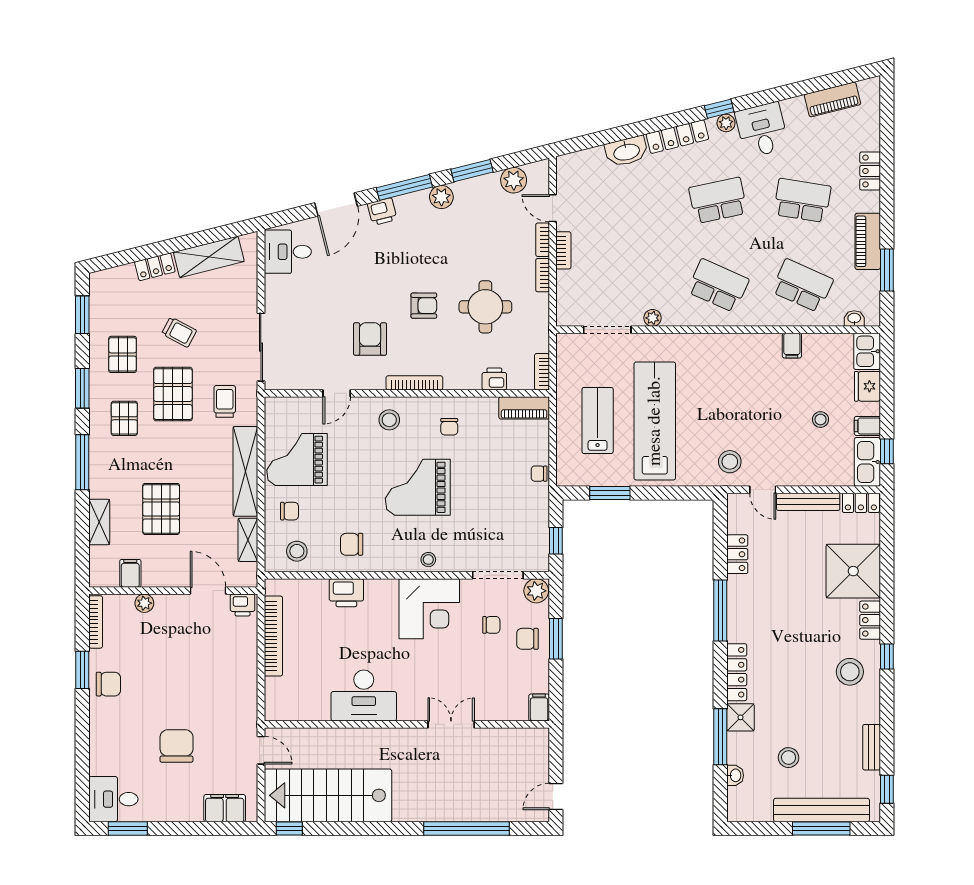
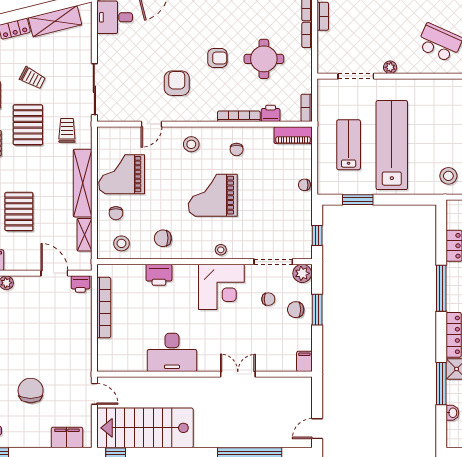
bookcase: (414, 383) -> (239, 116), moved
chair: (290, 511) -> (116, 213), turned 90

